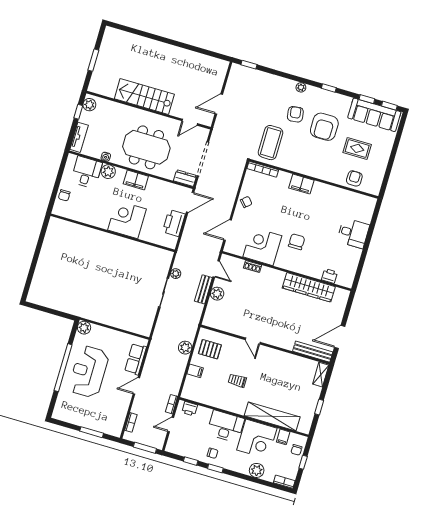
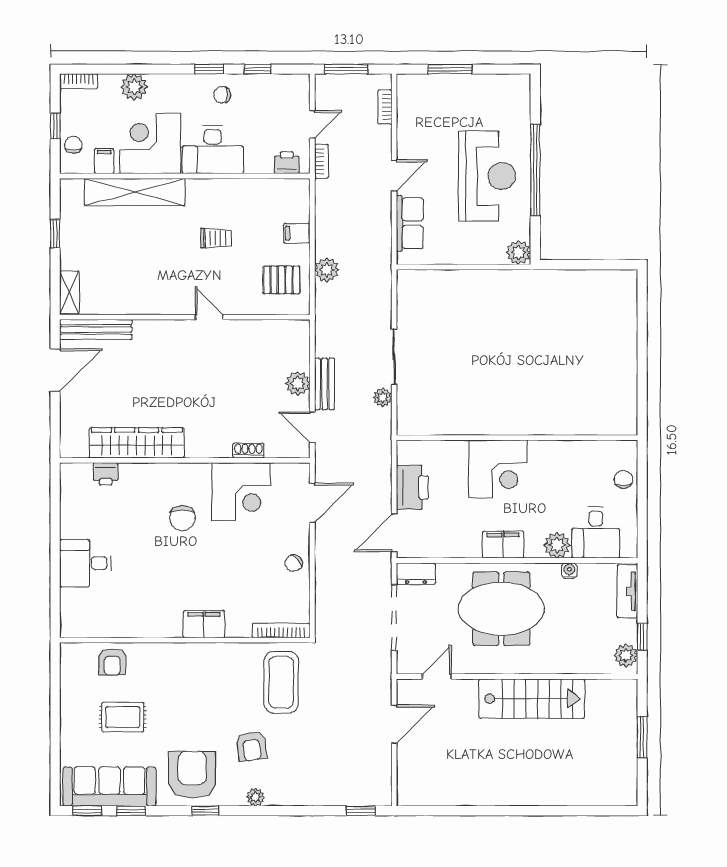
armchair: (324, 127) -> (192, 775), moved

